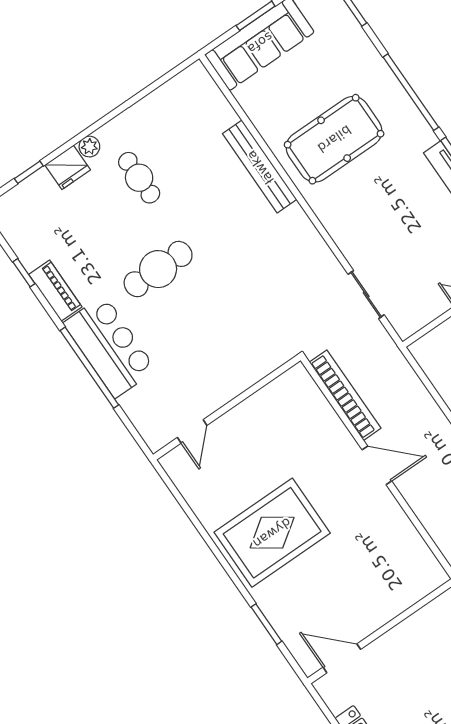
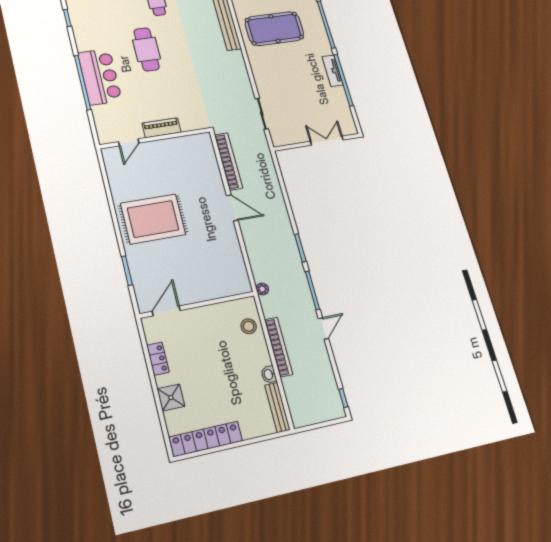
cafe table: (158, 269) -> (147, 49), turned 90
piano: (55, 291) -> (162, 128), moved, turned -90
door: (342, 658) -> (166, 311), hinge flipped

